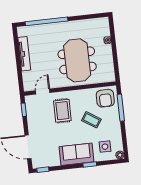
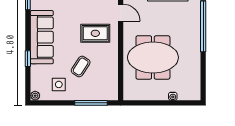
armchair: (105, 98) -> (104, 86), removed
side table: (105, 147) -> (59, 84), moved
sofa: (76, 154) -> (42, 37), width x1.36

